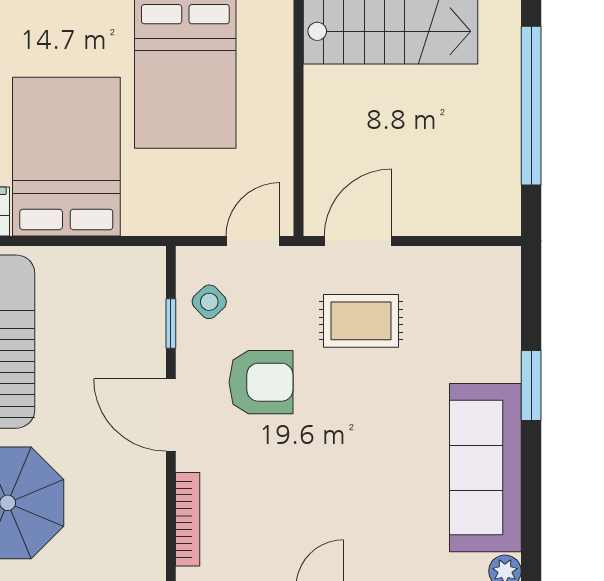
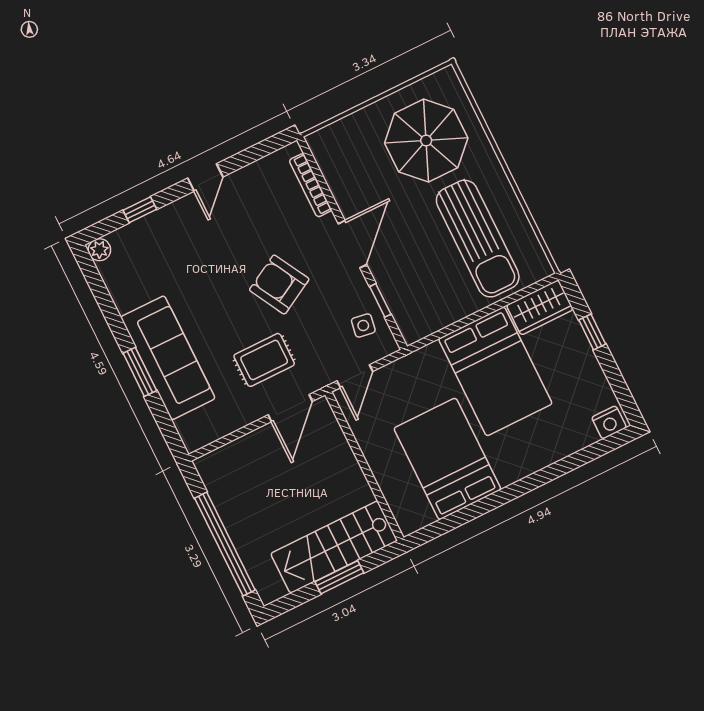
side table: (209, 302) -> (363, 325), turned -38
armchair: (261, 382) -> (279, 285), moved, turned 61
door: (171, 415) -> (352, 244), hinge flipped
sofa: (485, 468) -> (168, 358), moved

